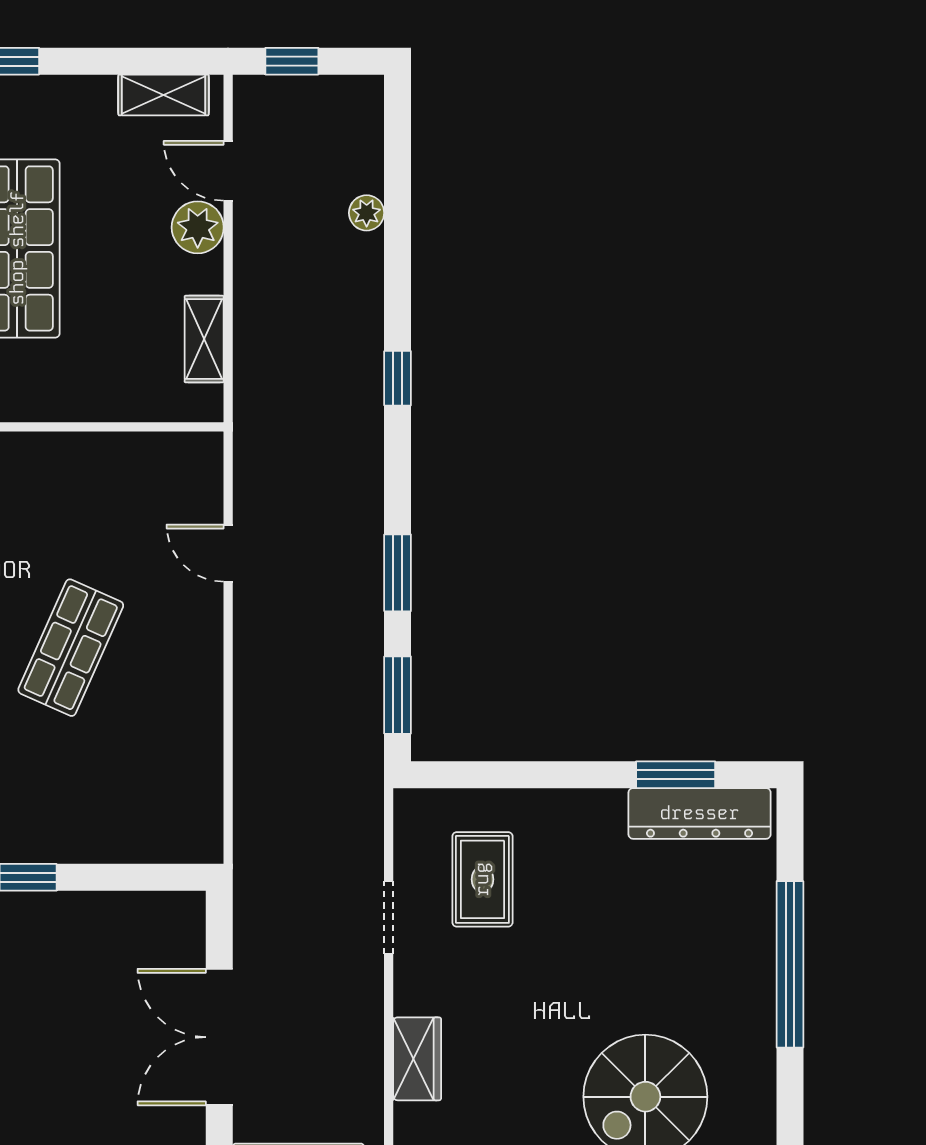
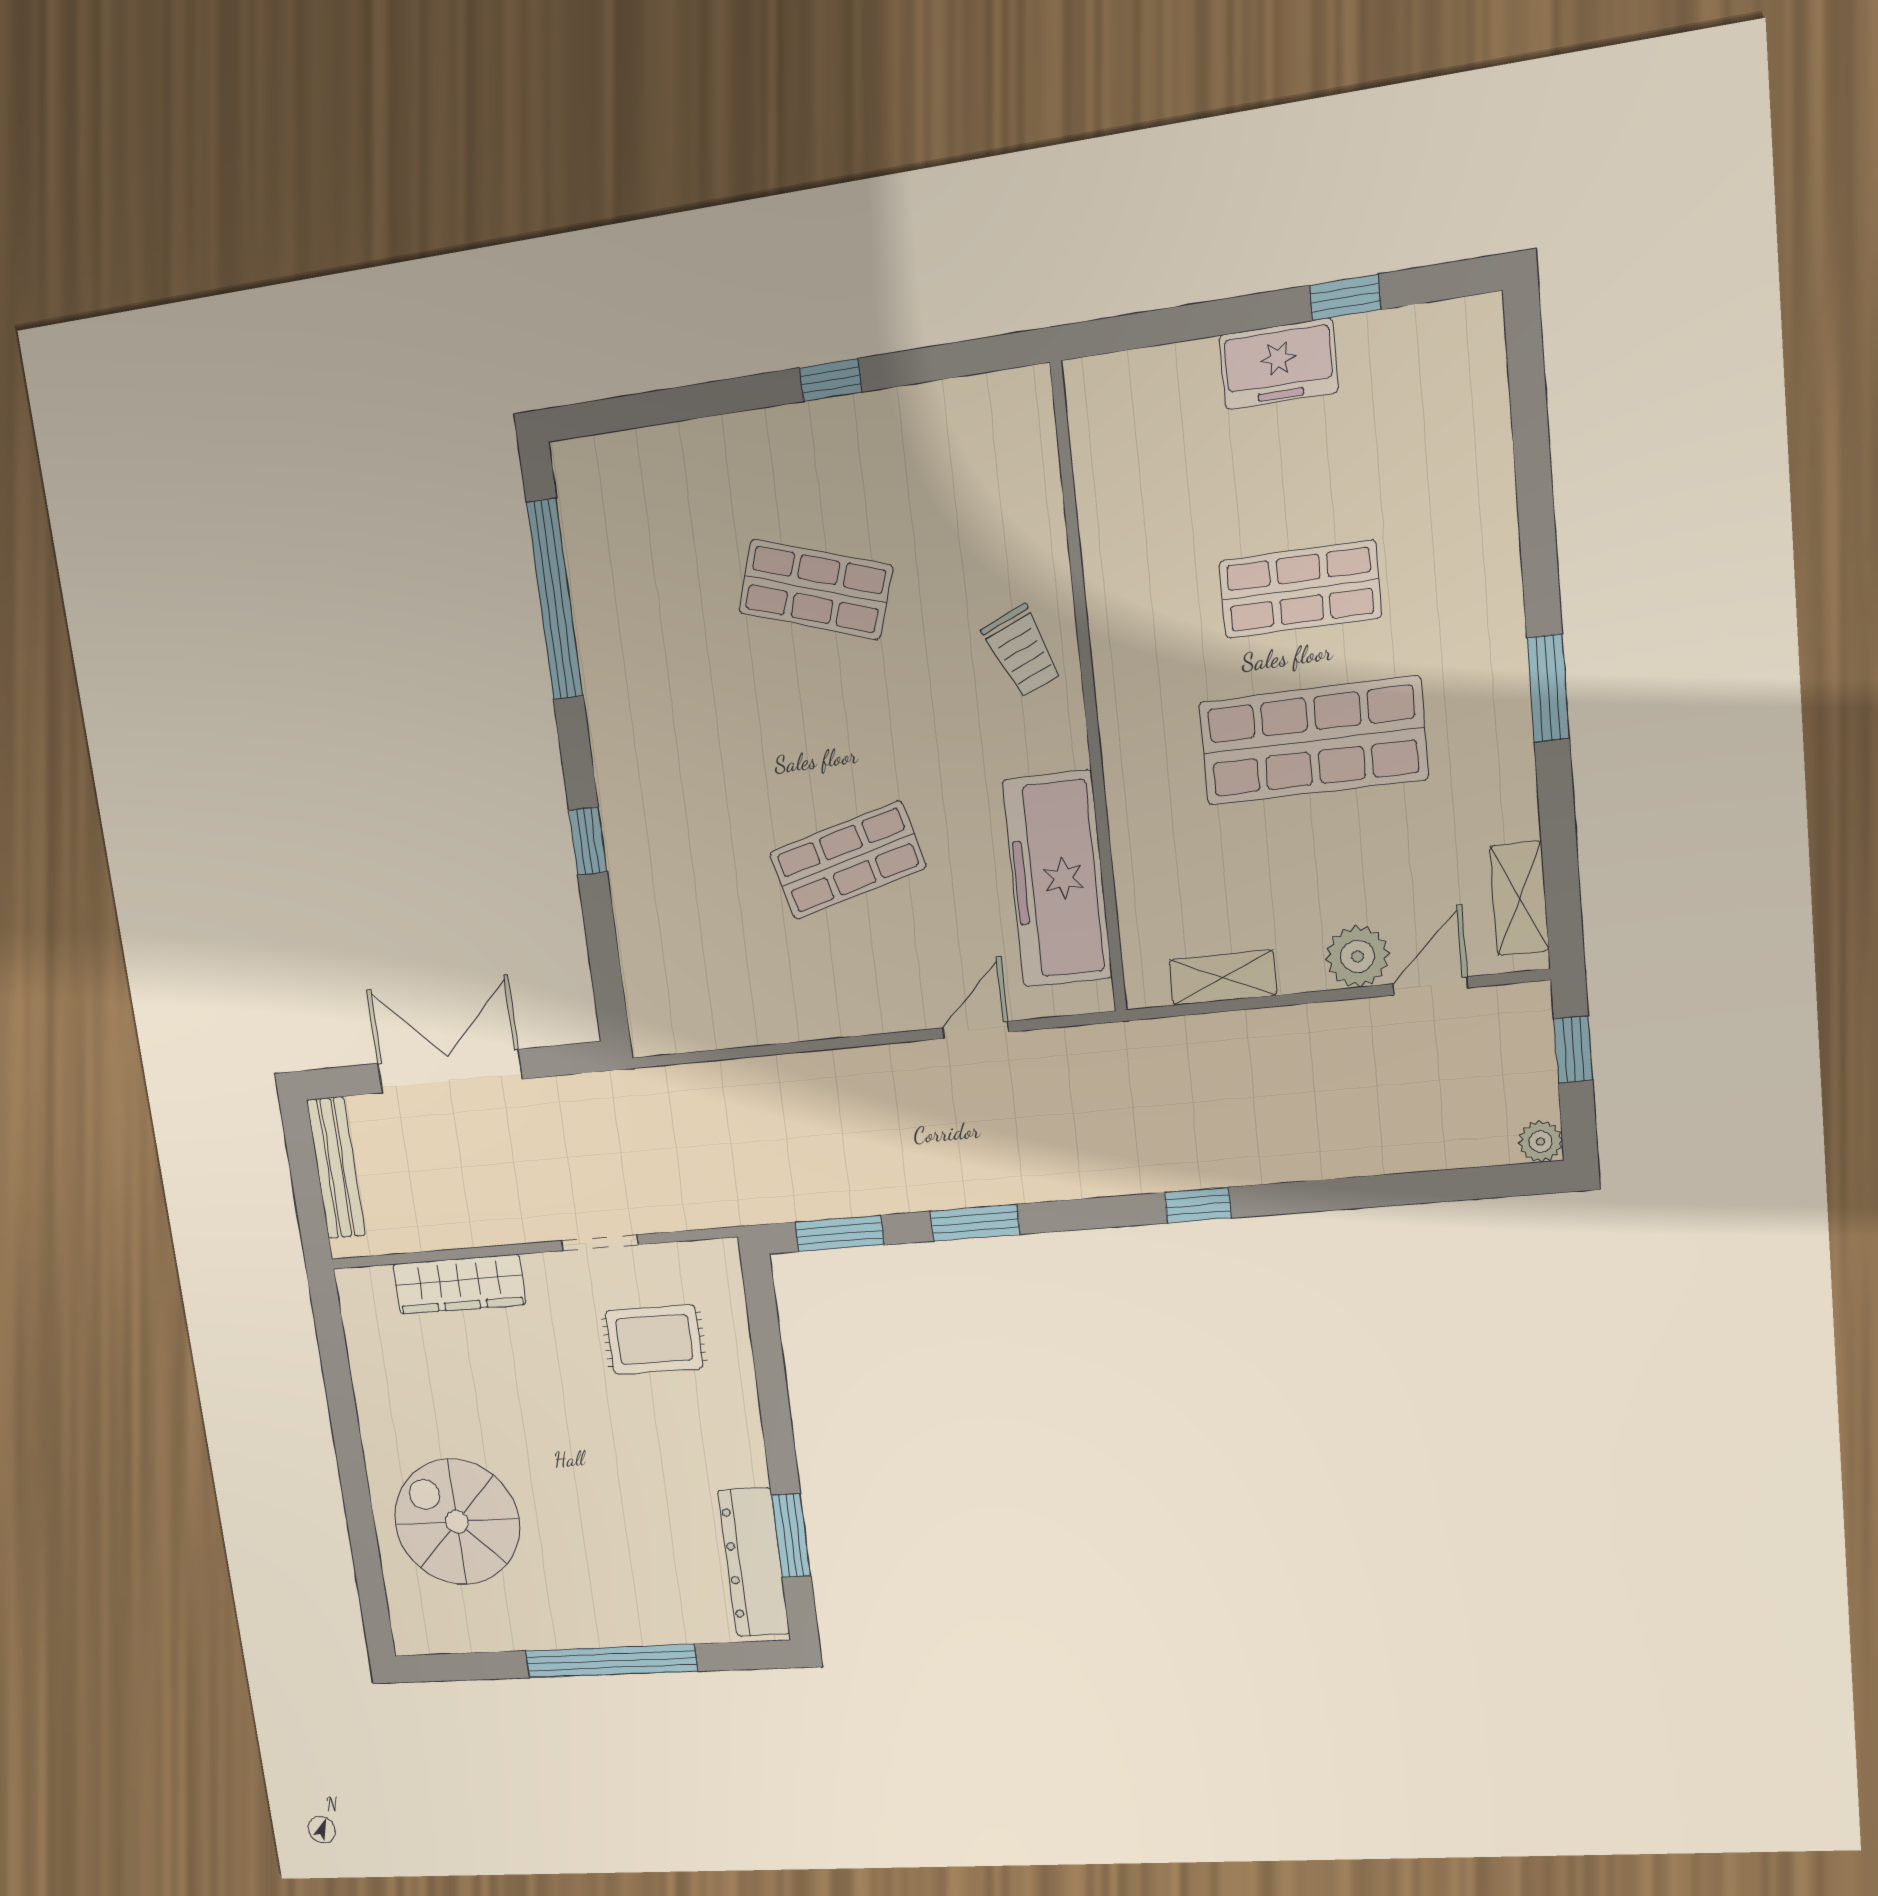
plant: (367, 213) -> (1541, 1141), moved
freezer: (107, 469) -> (1057, 879), added
shop shelf: (71, 648) -> (848, 860), turned -39
wardrobe: (417, 1059) -> (459, 1284), width x1.50

